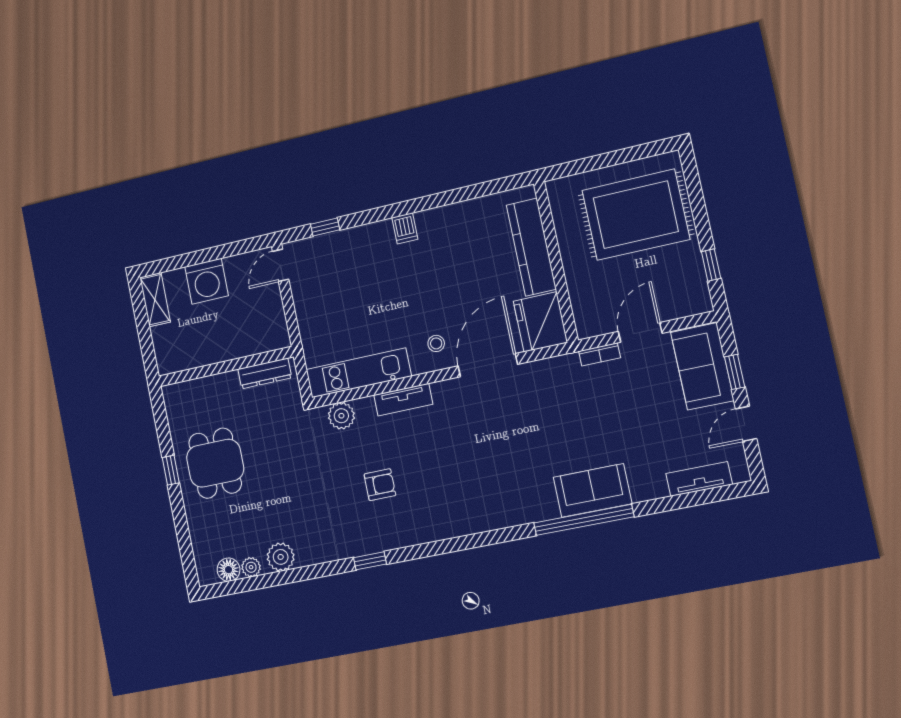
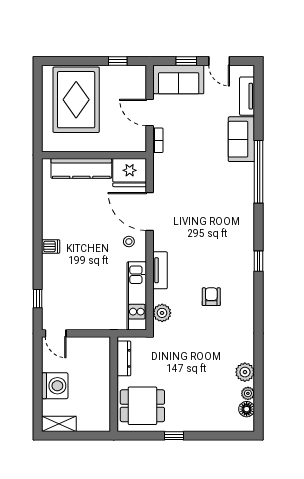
dining table: (215, 463) -> (142, 406), moved
sofa: (592, 490) -> (241, 139), moved
window: (370, 561) -> (259, 261), moved

